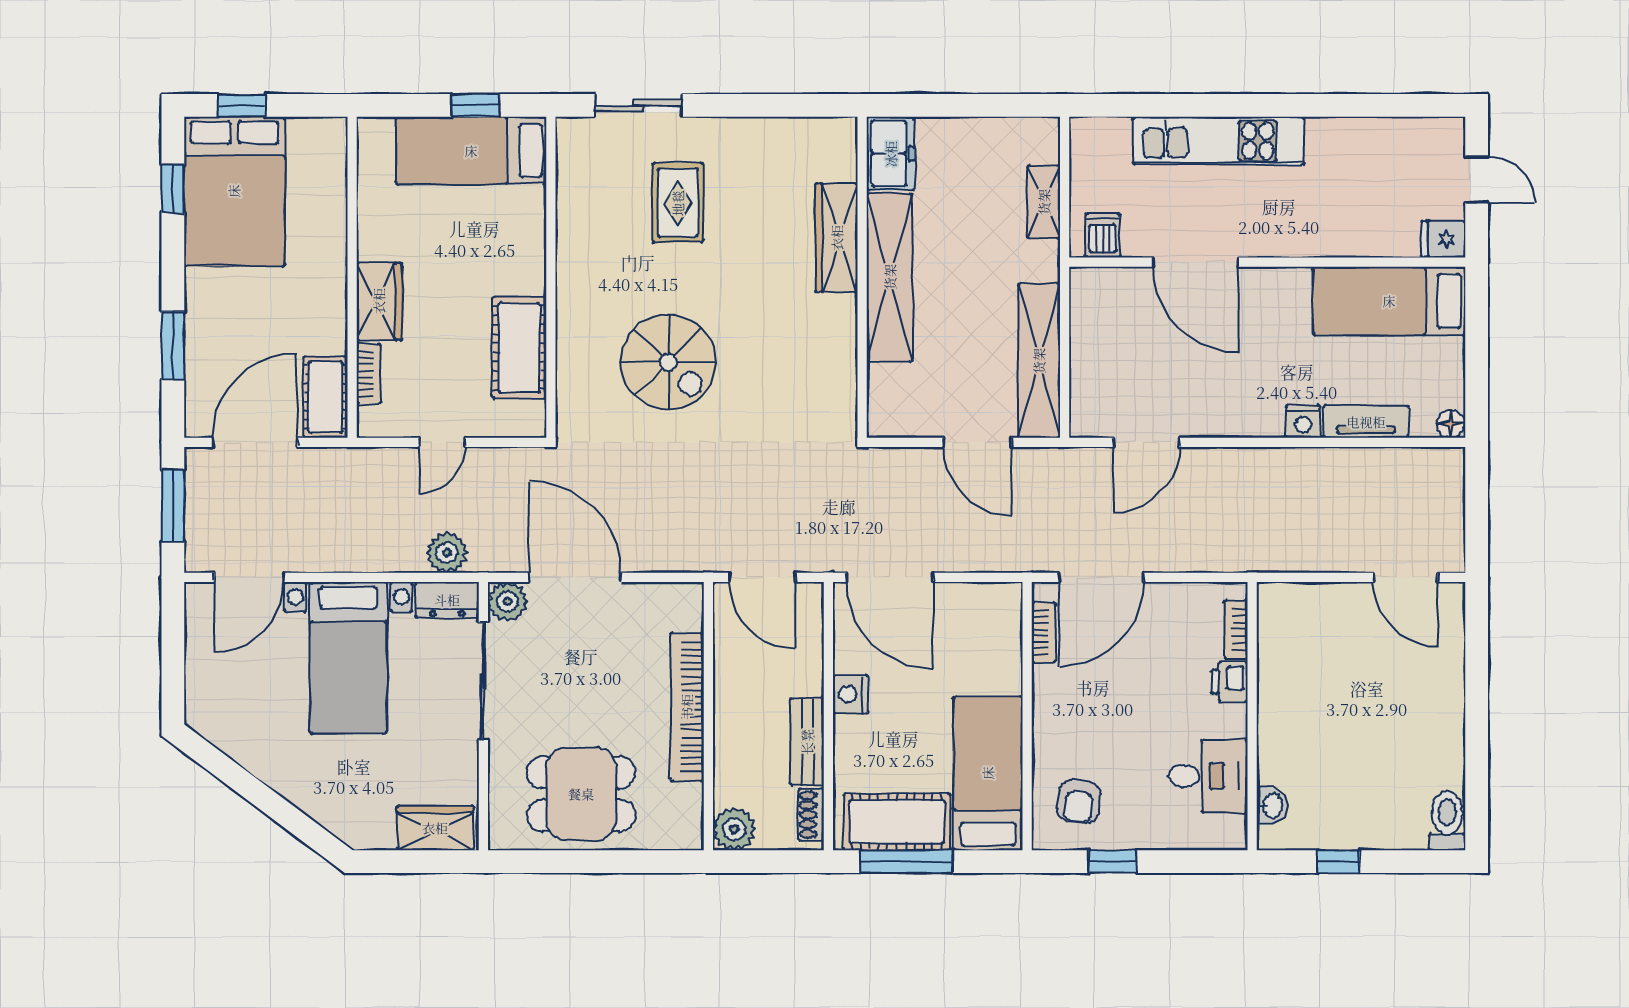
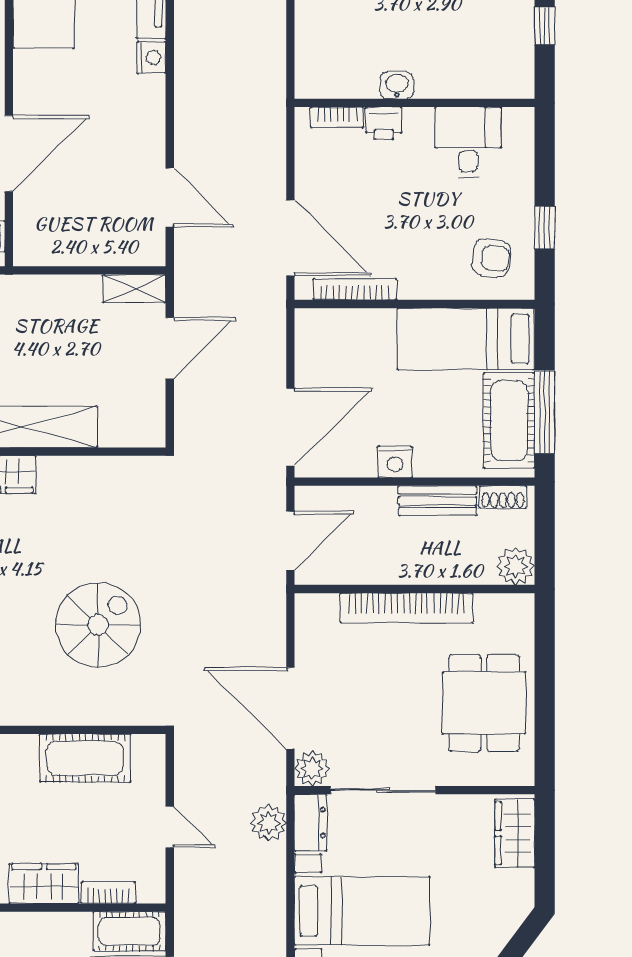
shelving: (1039, 361) -> (134, 289), width x0.45, depth x0.75
door: (575, 577) -> (290, 708), hinge flipped
bookcase: (1044, 632) -> (355, 289), width x1.56
washbasin: (1272, 806) -> (397, 85), moved

